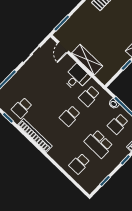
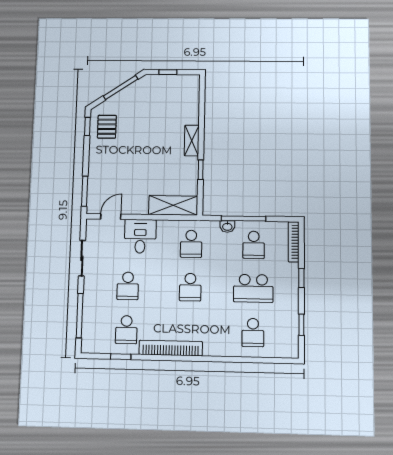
door: (63, 47) -> (111, 217), swing flipped
shelving: (87, 60) -> (173, 205), moved
desk: (76, 78) -> (140, 236), moved
school desk: (41, 88) -> (128, 286), added

